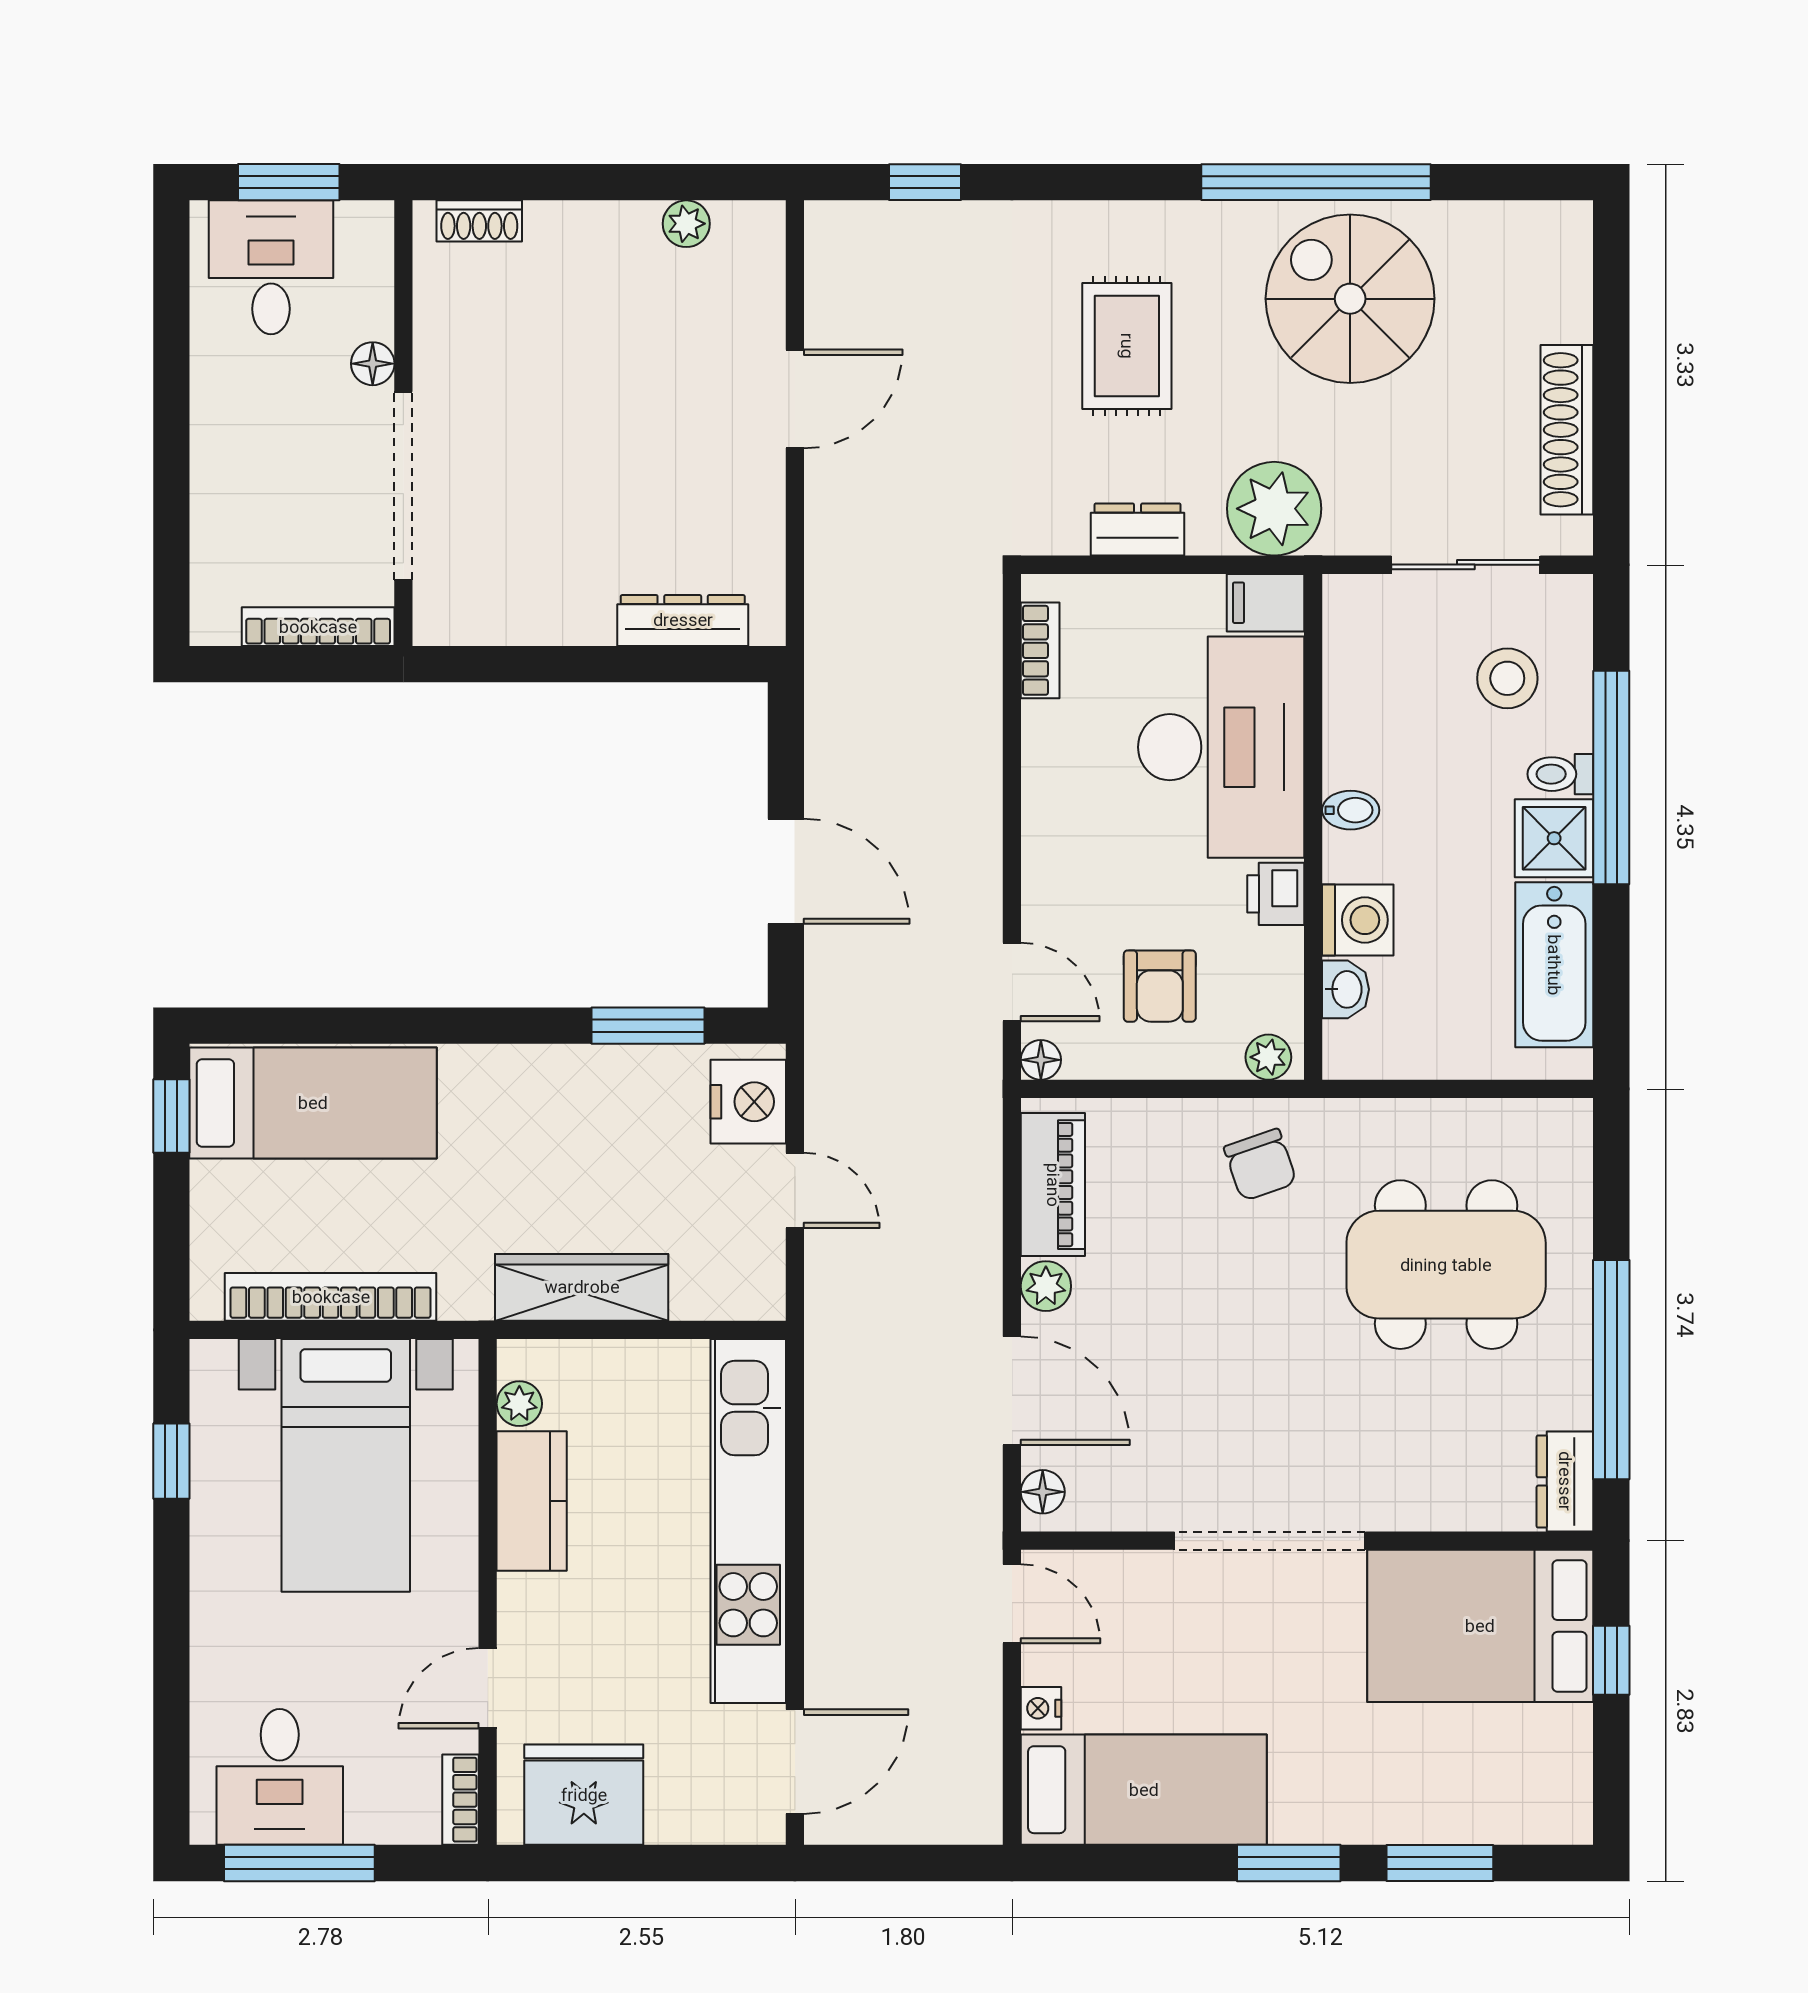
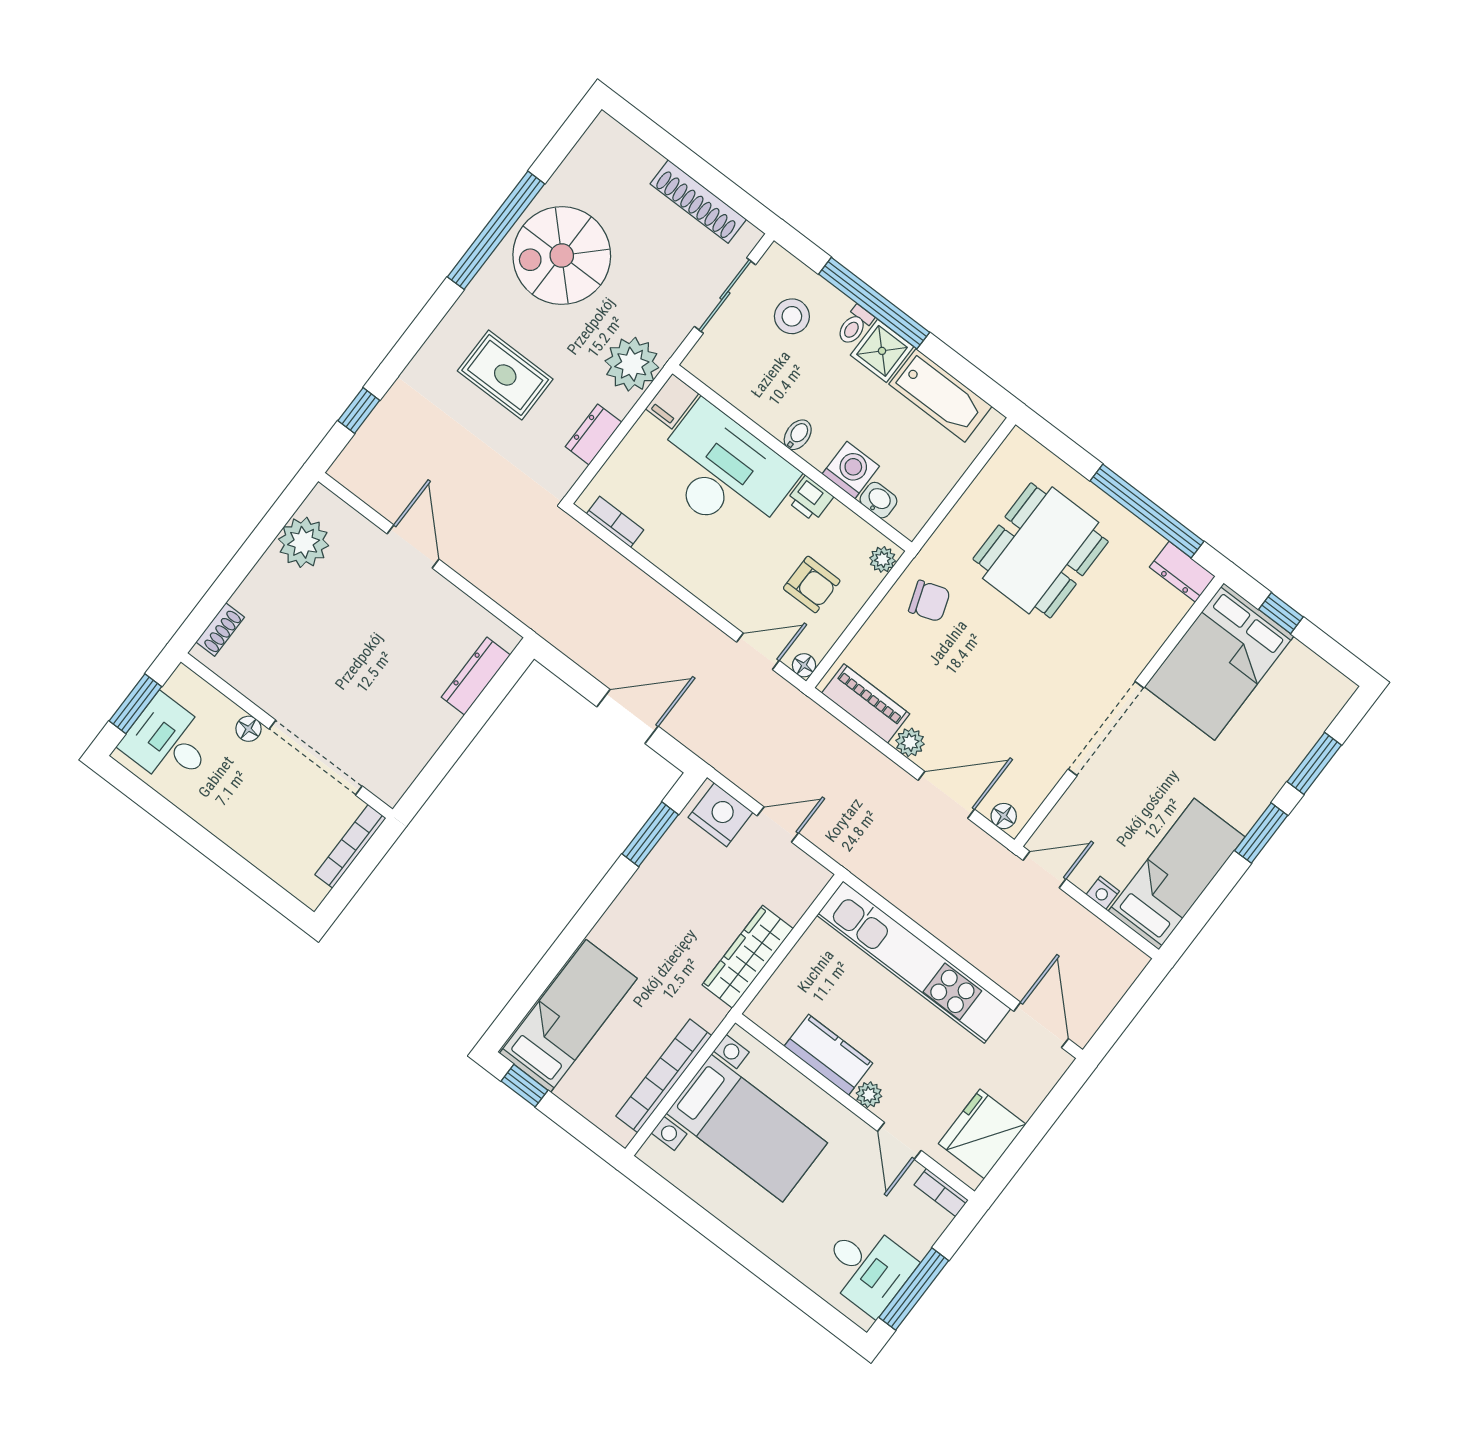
plant: (686, 224) -> (304, 542), width x1.87, depth x1.87
plant: (519, 1404) -> (869, 1095), moved
window: (171, 1461) -> (684, 1207), removed

